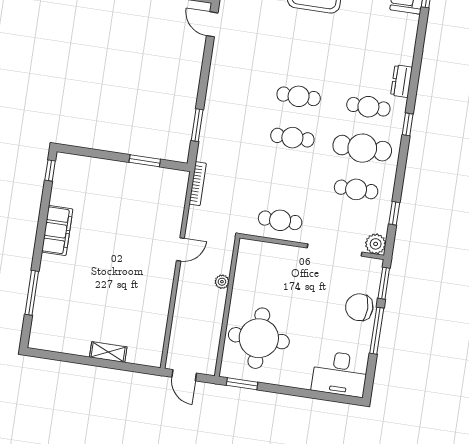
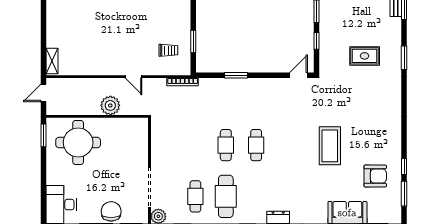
cafe table: (368, 107) -> (256, 196), removed
window: (197, 125) -> (236, 75), moved
trolley: (152, 196) -> (168, 50), added
cafe table: (280, 220) -> (165, 145), removed
plant: (222, 282) -> (110, 105), width x1.87, depth x1.87
shelving: (108, 352) -> (52, 61), moved

